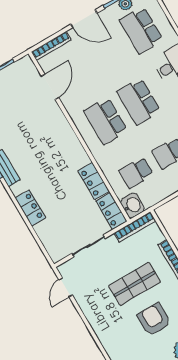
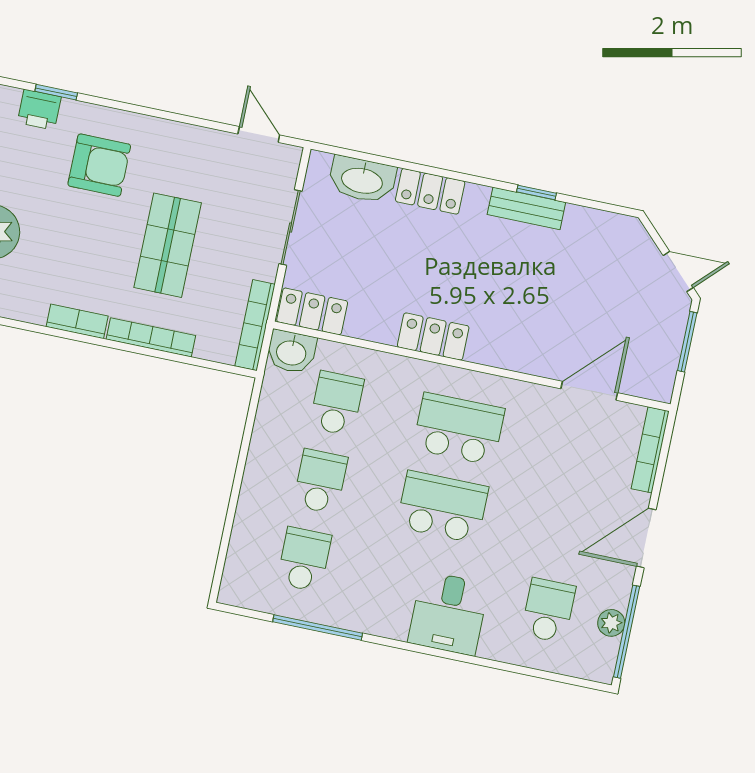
school desk: (141, 30) -> (548, 610), width x0.54
door: (50, 87) -> (589, 391), swing flipped
locker: (94, 181) -> (433, 337), moved
washbasin: (48, 236) -> (362, 180), added
armchair: (154, 320) -> (99, 165), moved

